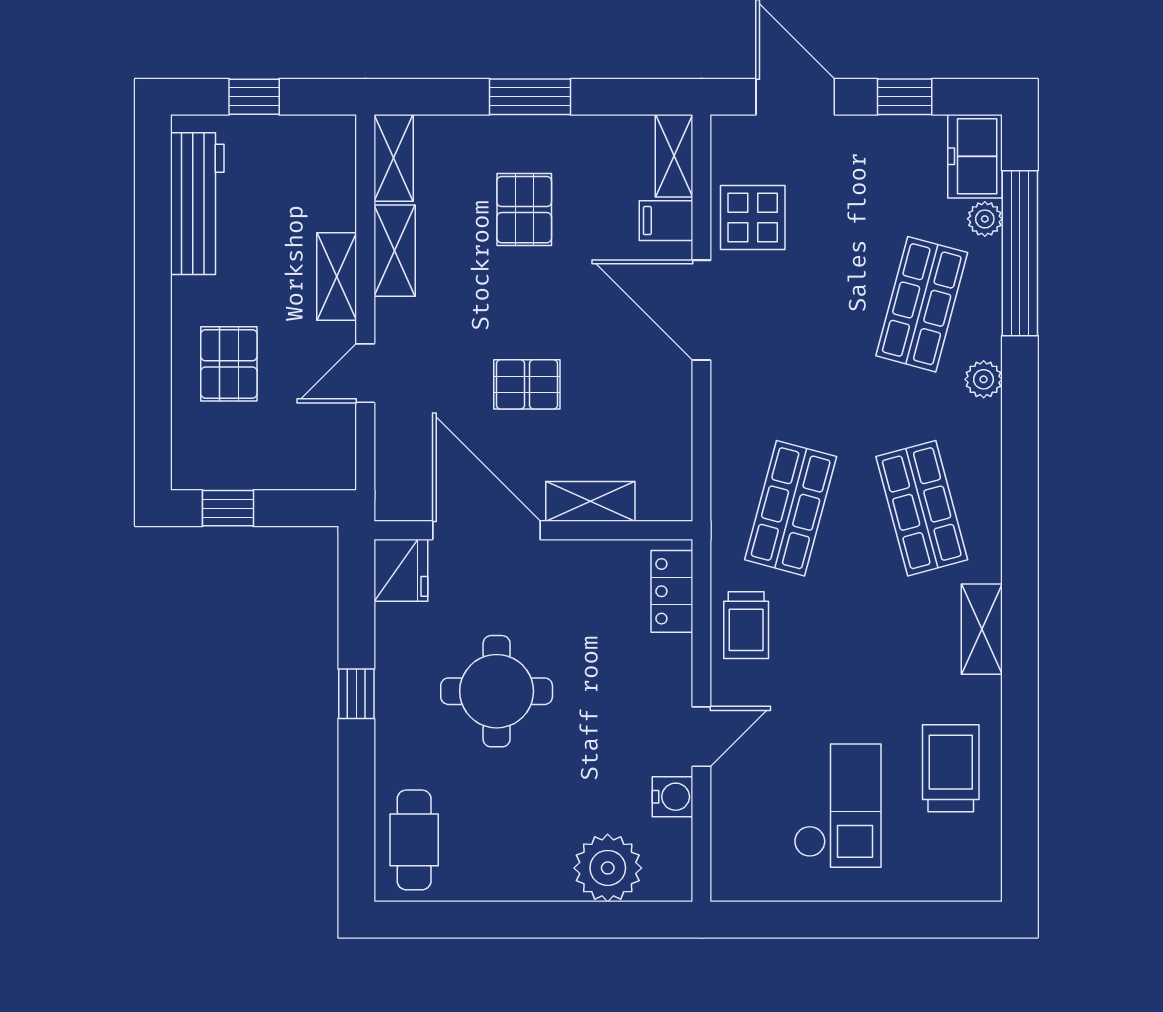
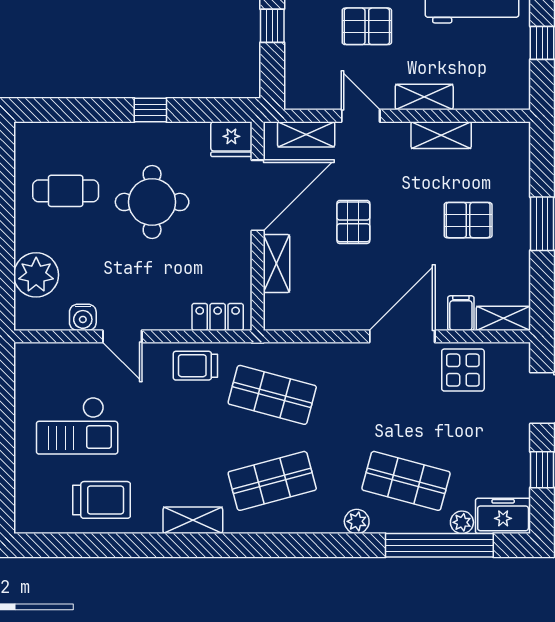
shelving: (394, 158) -> (306, 134), moved
cafe table: (414, 840) -> (66, 191), moved

